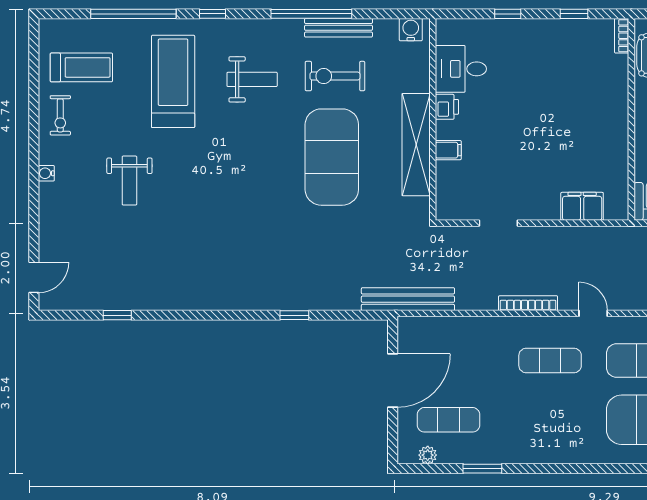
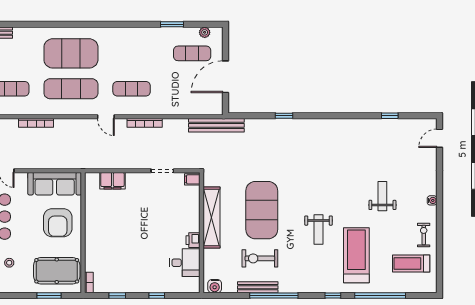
exercise bike: (335, 76) -> (260, 258), turned 180
weight bench: (252, 79) -> (319, 229), moved, turned -90
treadmill: (173, 81) -> (356, 255), turned 180
filing cabinet: (448, 150) -> (192, 179), moved

